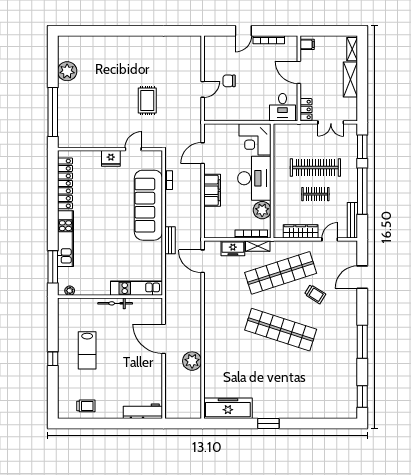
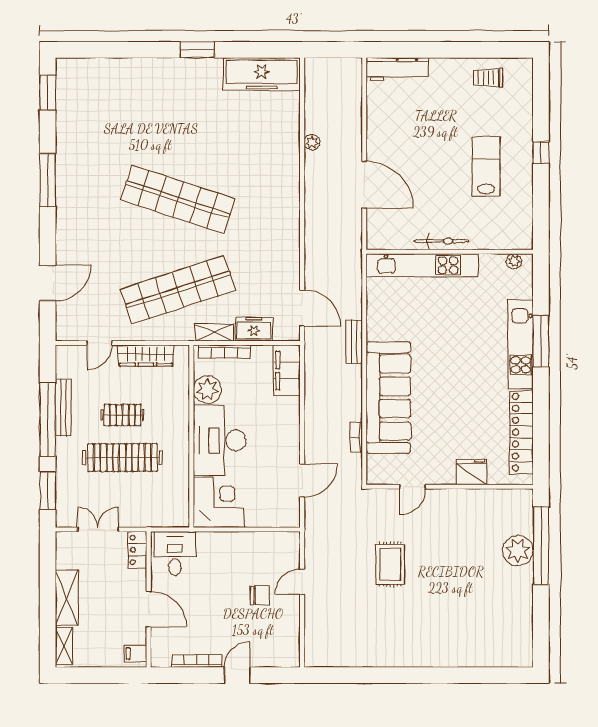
plant: (67, 71) -> (518, 550), moved
fridge: (111, 158) -> (472, 472), moved
filing cabinet: (212, 190) -> (287, 370), moved
bench: (352, 220) -> (63, 407), moved
window: (53, 267) -> (541, 341), moved
kitchen unit: (137, 288) -> (422, 265), width x1.36
trolley: (315, 294) -> (123, 256), removed
plant: (192, 361) -> (312, 142), width x0.53, depth x0.53

